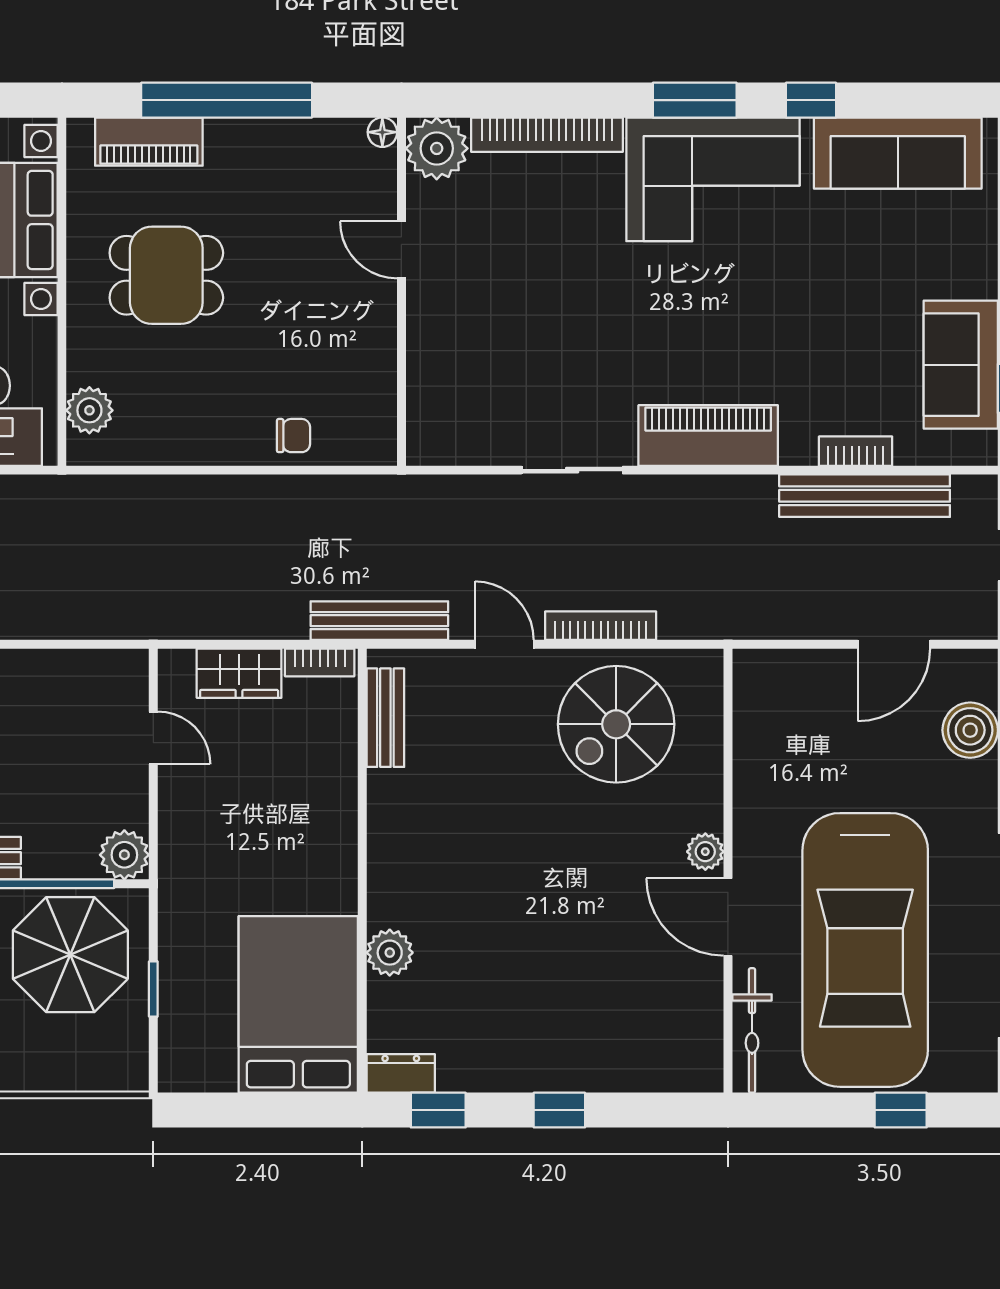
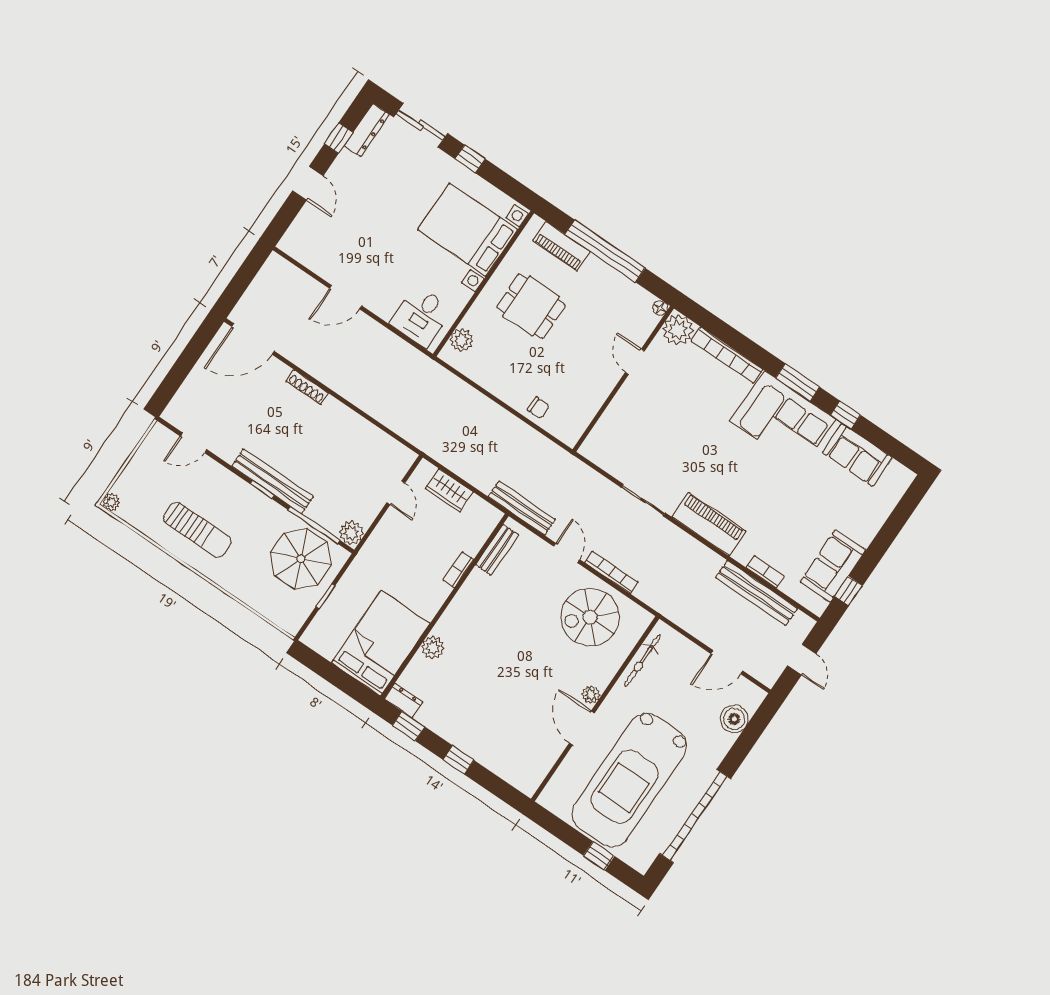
sofa: (898, 153) -> (857, 455), width x0.73
bookcase: (320, 662) -> (458, 570), moved, turned 90
bicycle: (752, 1030) -> (642, 660), moved

